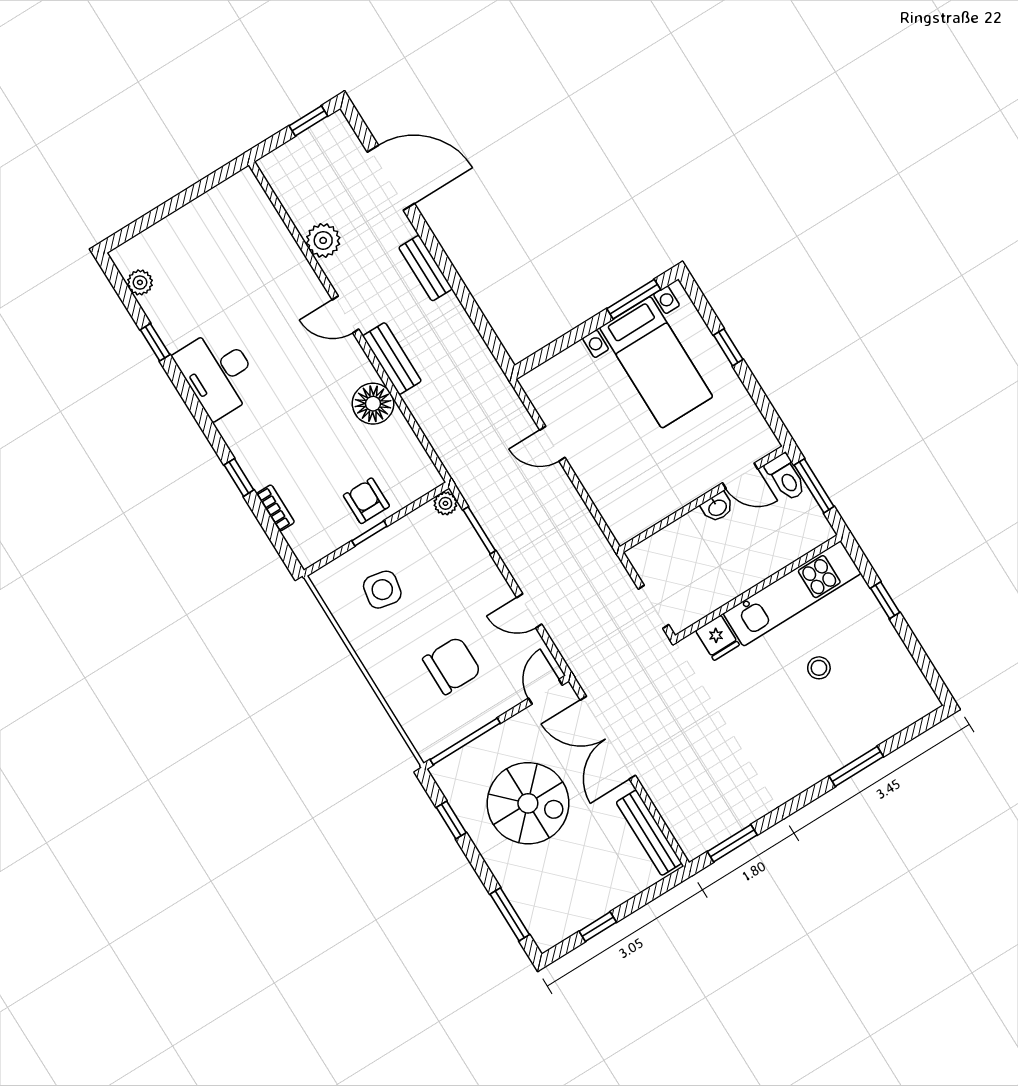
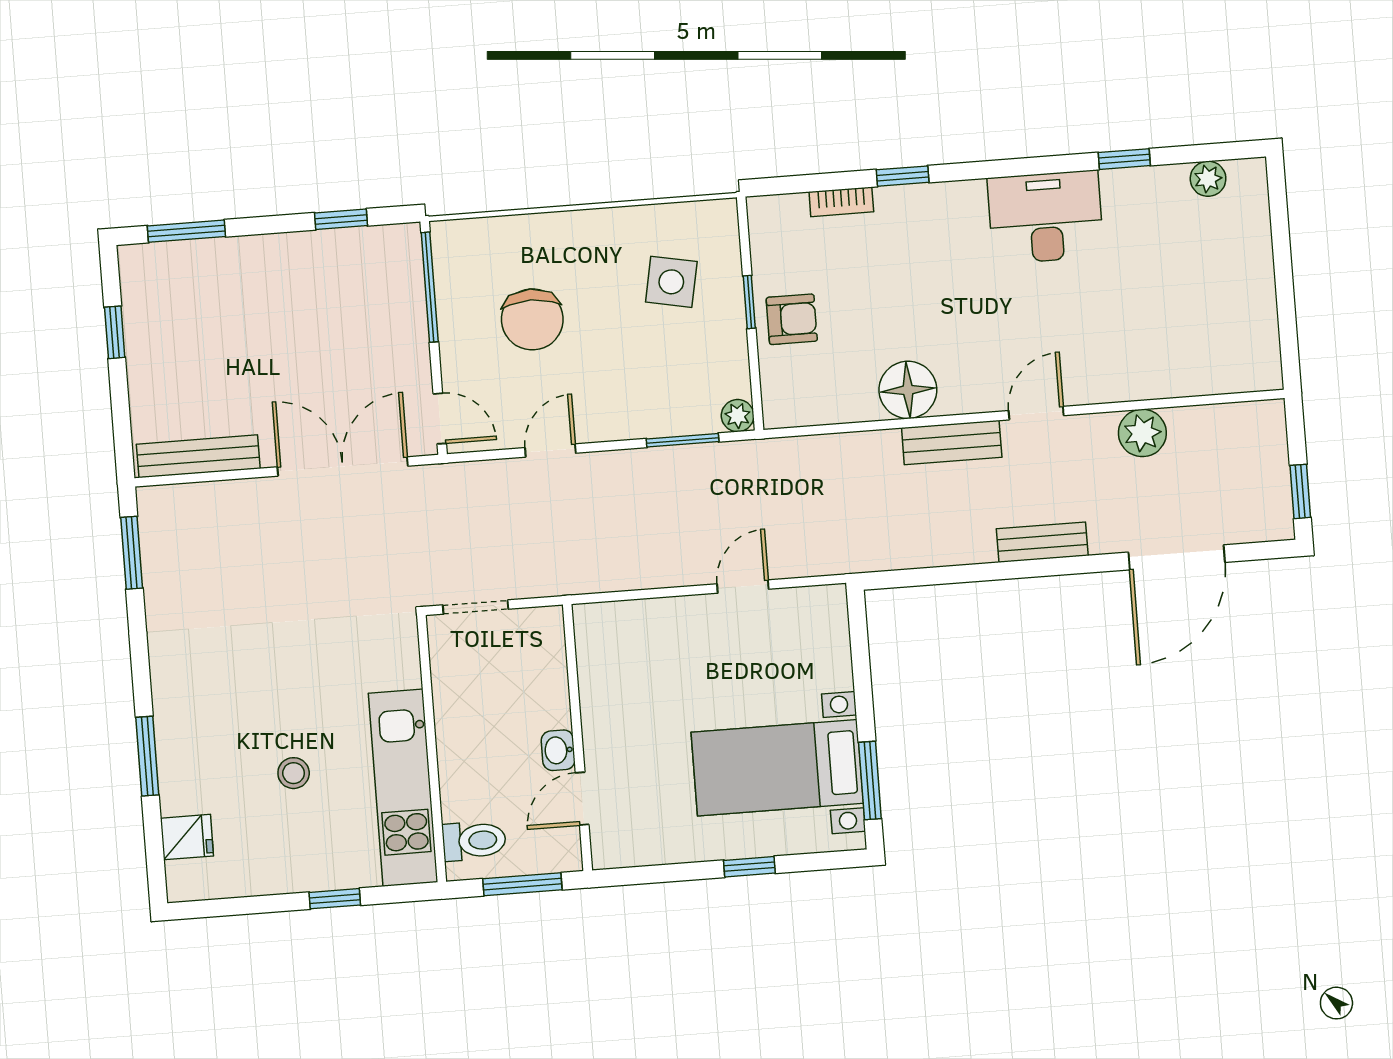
toilet: (786, 477) -> (474, 841), moved, turned 180
fridge: (717, 638) -> (187, 837), moved, turned 180
spiral stairs: (528, 803) -> (313, 325), removed

